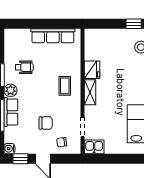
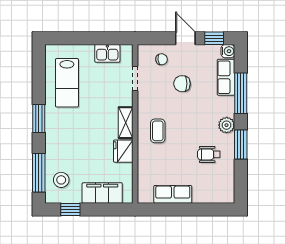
row of seats: (53, 36) -> (173, 194), width x0.68
filing cabinet: (108, 37) -> (102, 193), added
row of seats: (11, 112) -> (226, 77), moved
kitchen sink: (94, 147) -> (107, 53), moved

